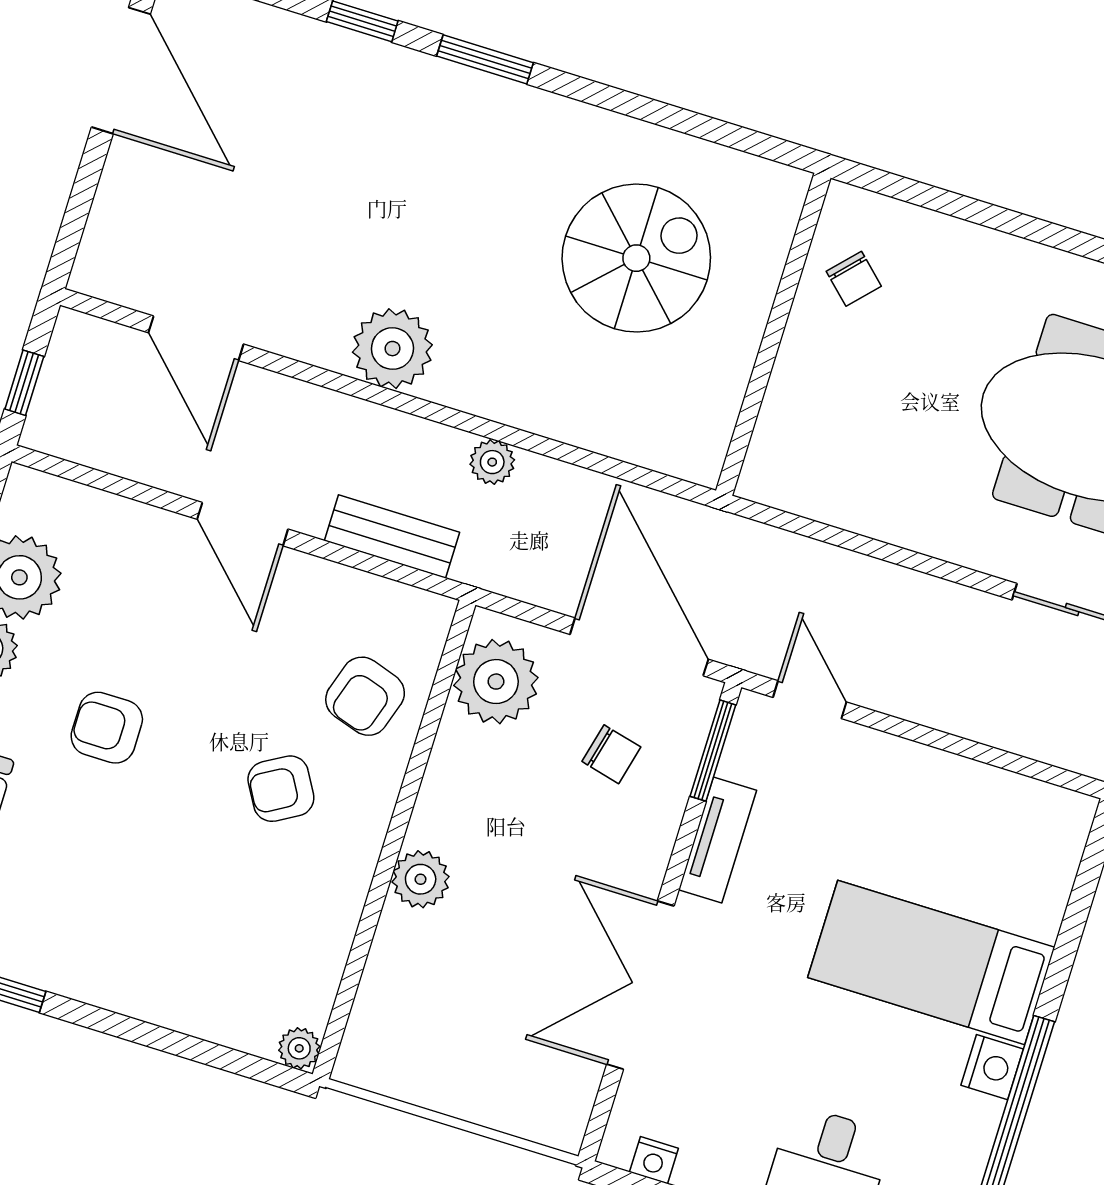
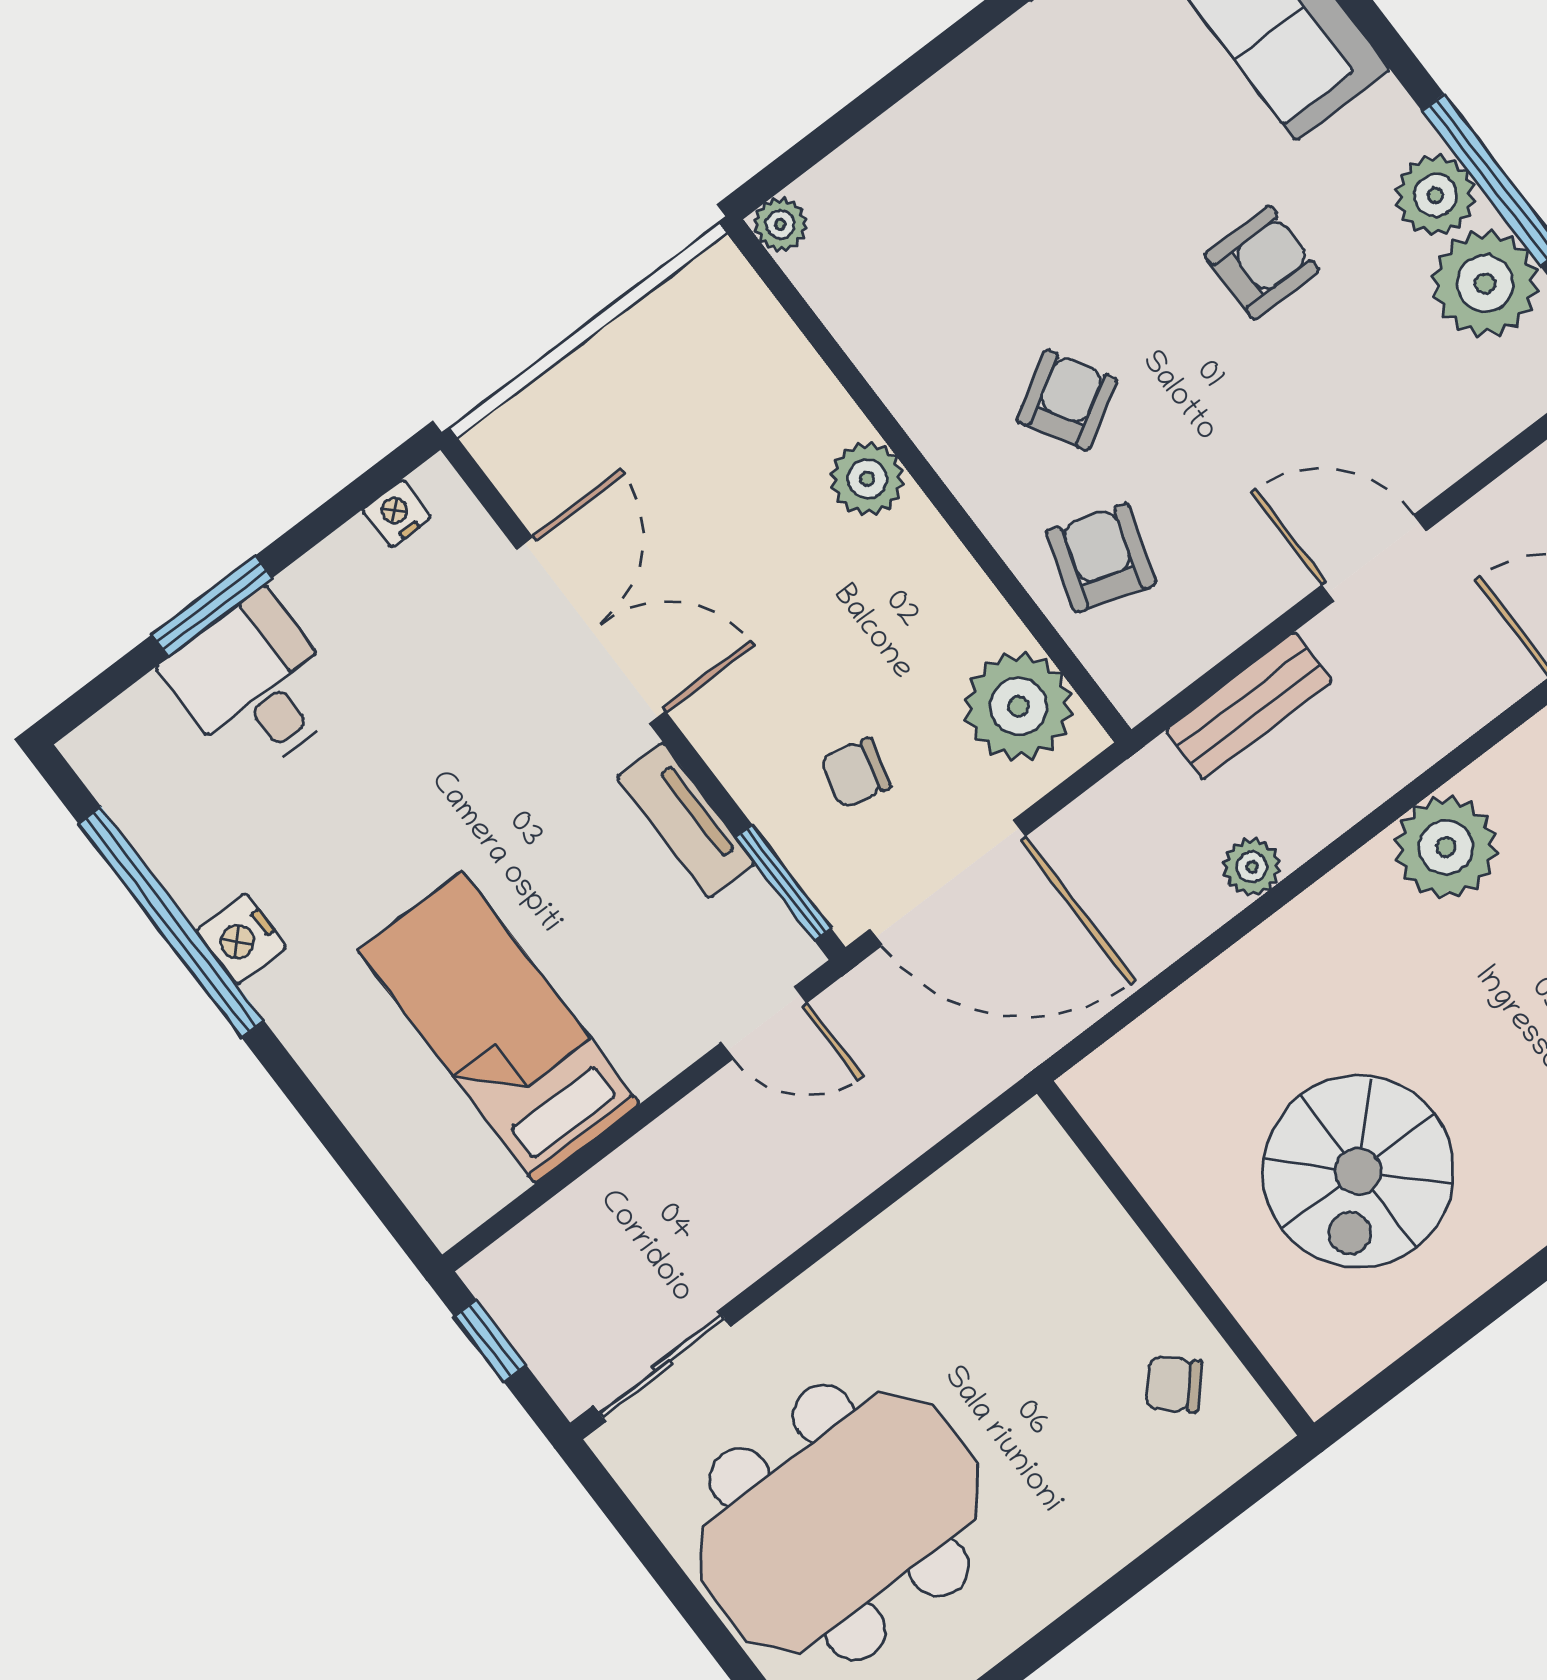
bed: (931, 962) -> (499, 1027), moved, turned -90

